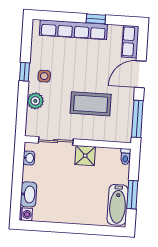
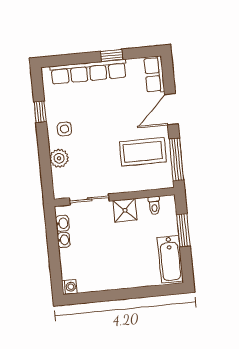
window: (24, 72) -> (40, 112), moved
coffee table: (91, 104) -> (143, 152), moved
toilet: (125, 157) -> (154, 206), moved
washbasin: (29, 194) -> (64, 240), moved, width x0.52, depth x0.69
window: (132, 195) -> (183, 230), moved

